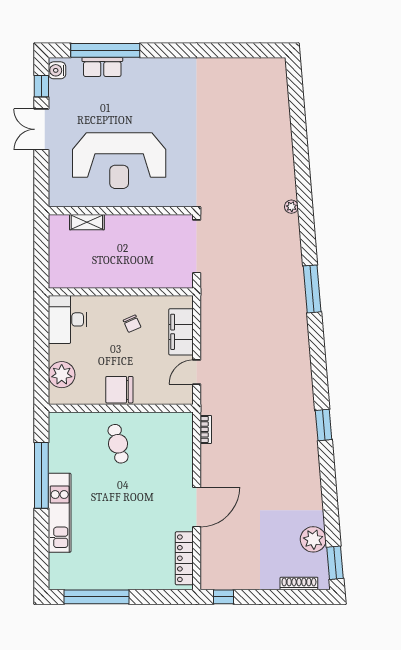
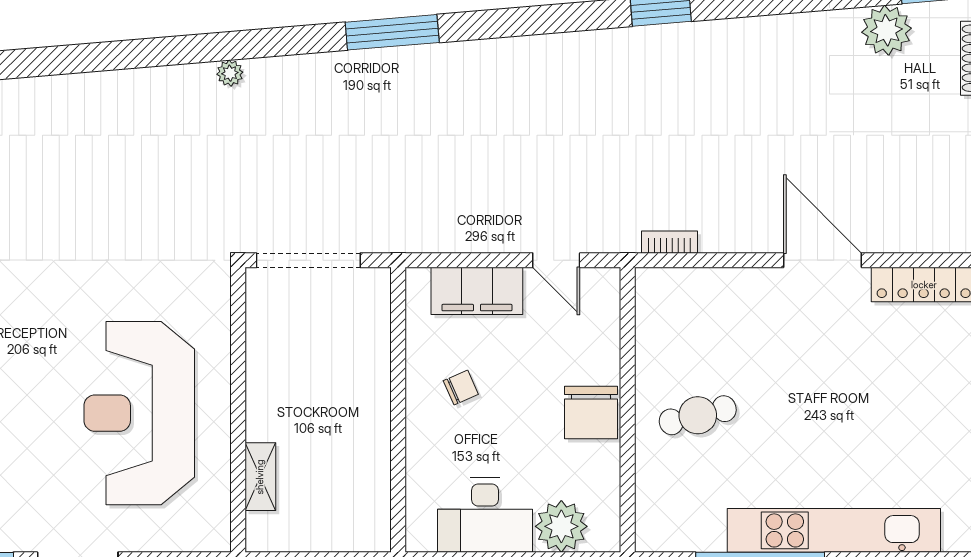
reception desk: (119, 161) -> (139, 413), turned 180
desk: (67, 319) -> (485, 515), moved
kitchen unit: (60, 513) -> (834, 530), width x1.36

